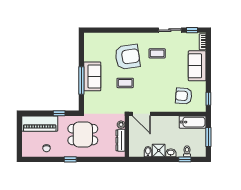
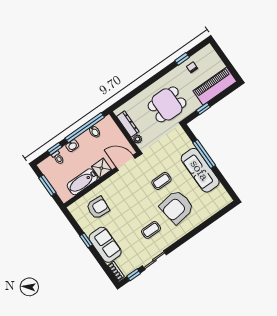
sofa: (92, 76) -> (200, 170), width x1.36
window: (208, 99) -> (86, 240), moved
bathtub: (193, 122) -> (82, 182), moved
shower: (159, 150) -> (101, 168), moved
window: (70, 159) -> (182, 59), moved
window: (153, 159) -> (85, 128), added

